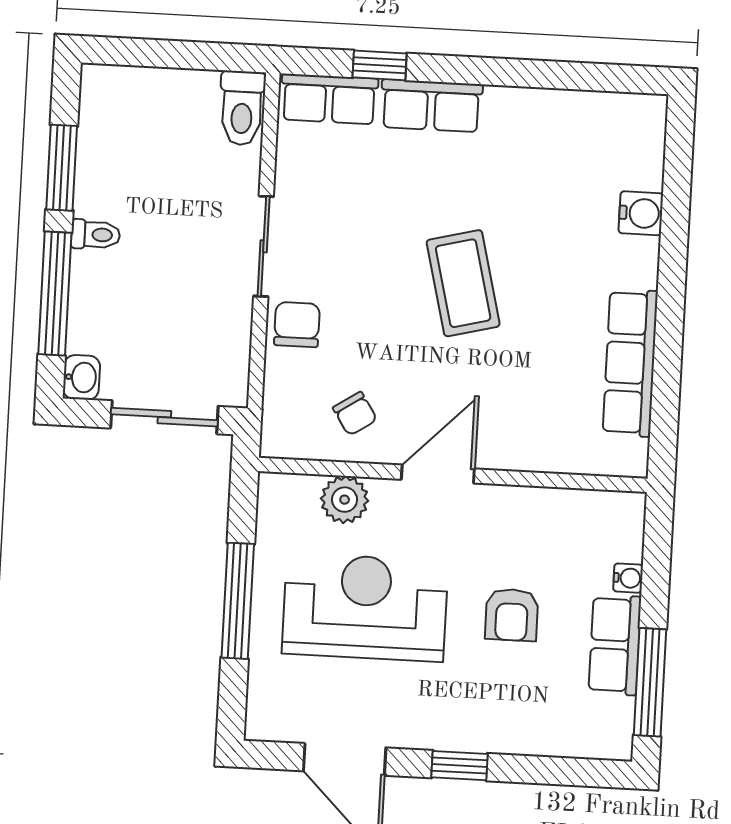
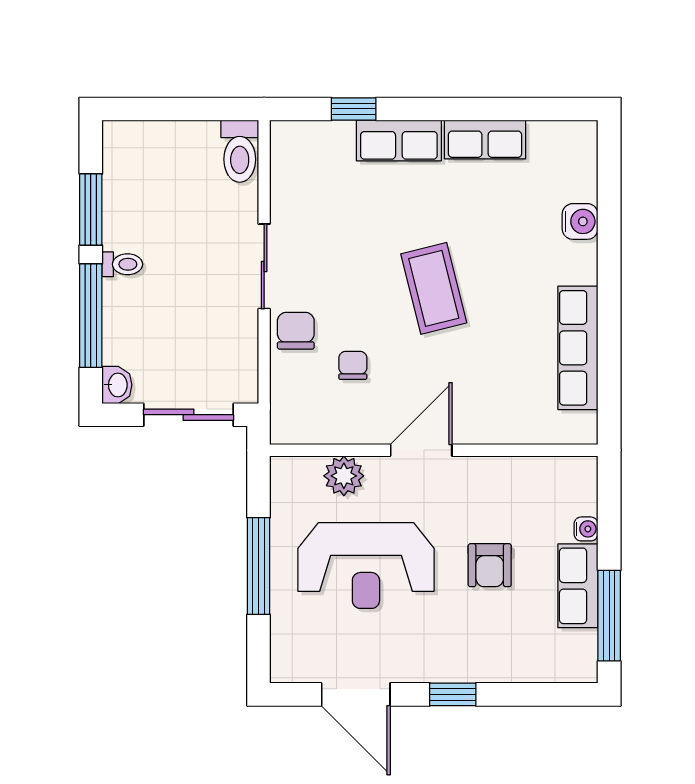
row of seats: (329, 99) -> (485, 140), moved
chair: (355, 414) -> (353, 365), moved, turned -147
reception desk: (365, 607) -> (366, 566), turned 180

